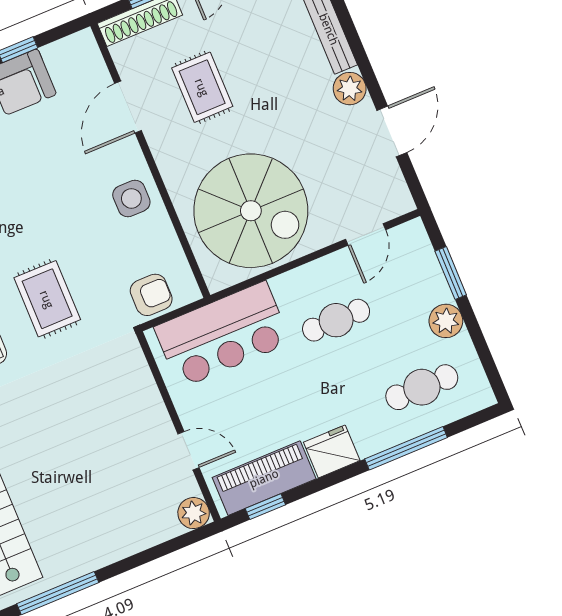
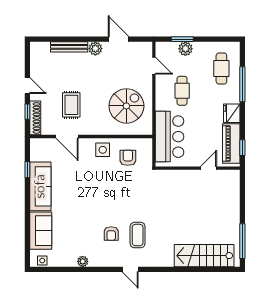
rug: (202, 87) -> (71, 105), turned 90
spiral stairs: (251, 211) -> (126, 106), width x0.73, depth x0.73
armchair: (151, 295) -> (128, 158), moved
rug: (47, 299) -> (128, 198), removed
plant: (446, 321) -> (185, 49), moved
plant: (194, 513) -> (233, 176), removed

